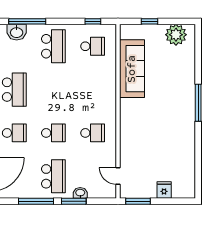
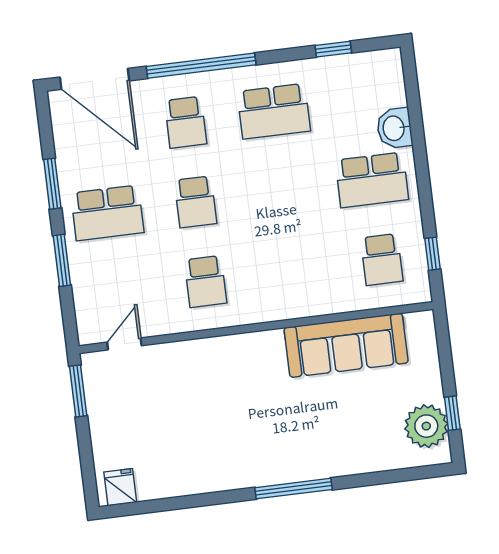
window: (27, 21) -> (416, 120), removed
window: (149, 21) -> (452, 413), moved
washbasin: (17, 32) -> (395, 128), moved
fridge: (164, 190) -> (120, 487), moved, turned -90
washbasin: (80, 193) -> (80, 271), removed
window: (36, 201) -> (52, 184), width x0.69

